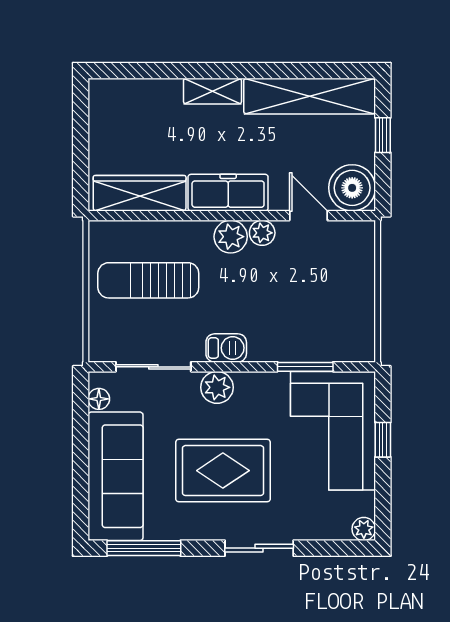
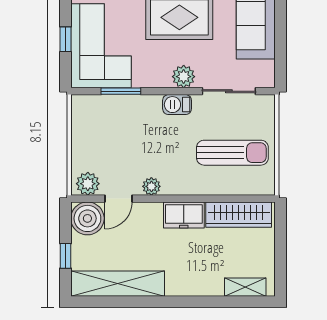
shelving: (212, 91) -> (245, 287), moved
freezer: (228, 193) -> (184, 215), width x0.71
door: (309, 216) -> (118, 199), hinge flipped
plant: (231, 237) -> (88, 184), moved
floor lamp: (99, 399) -> (268, 68), removed

